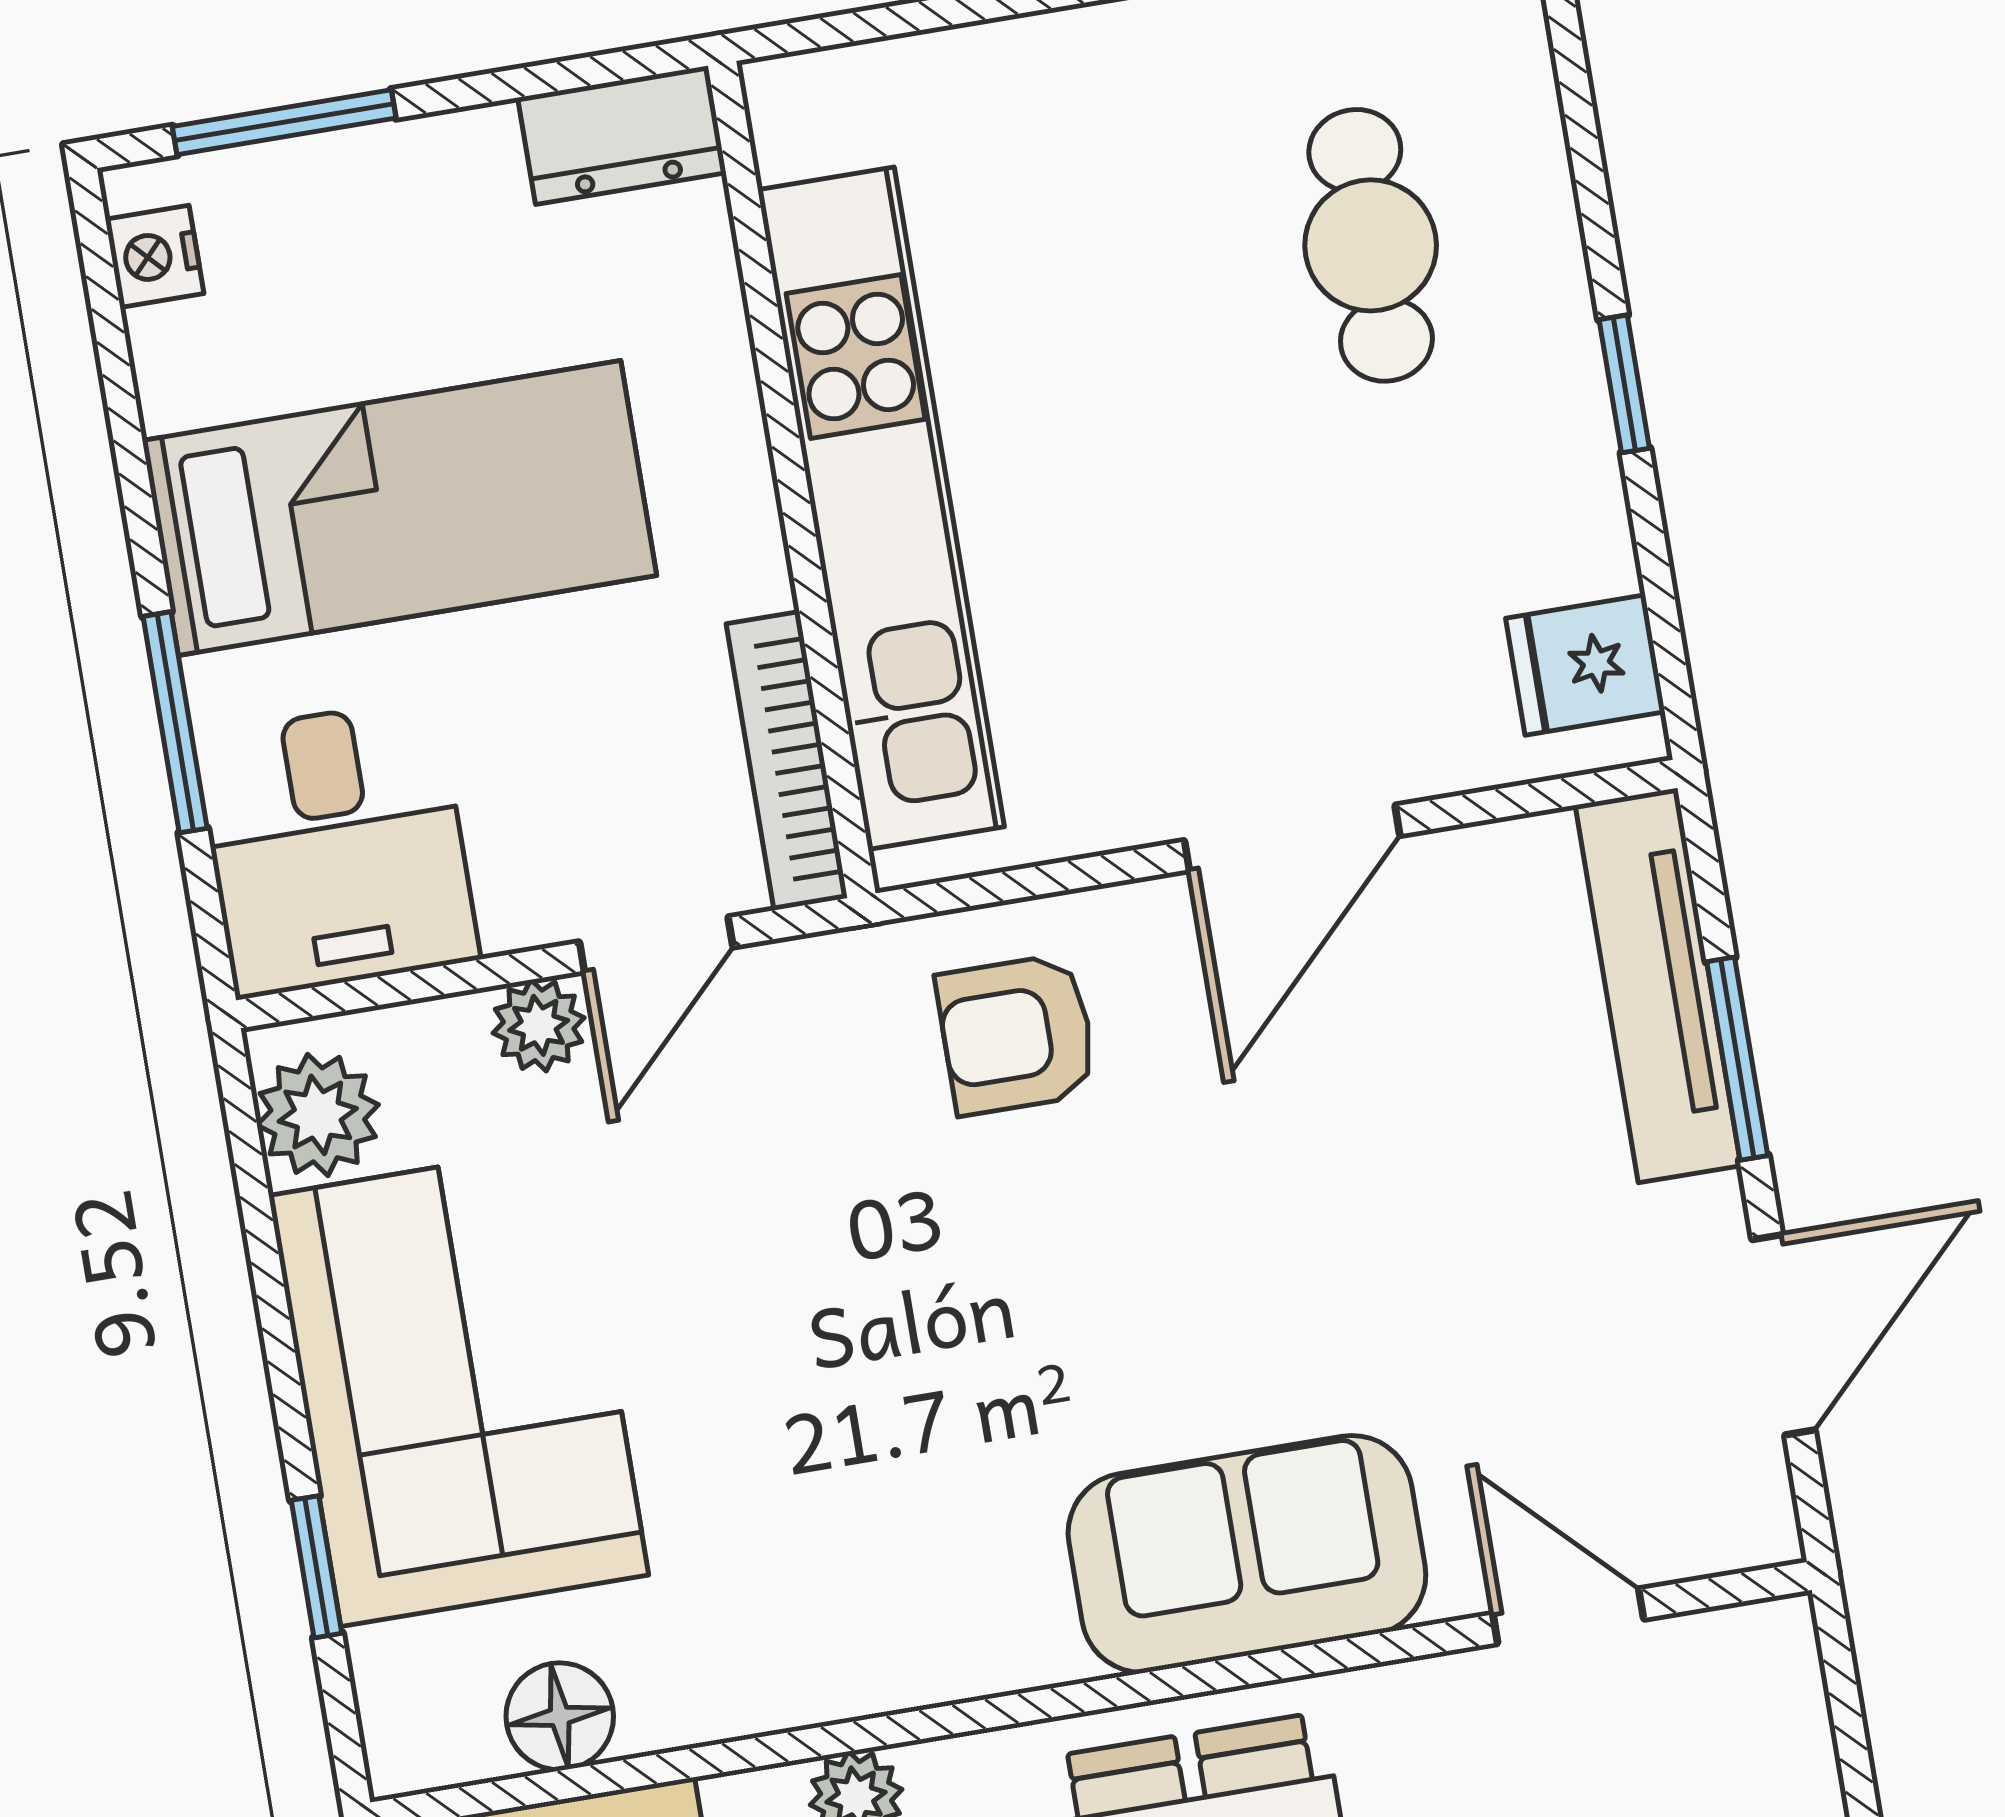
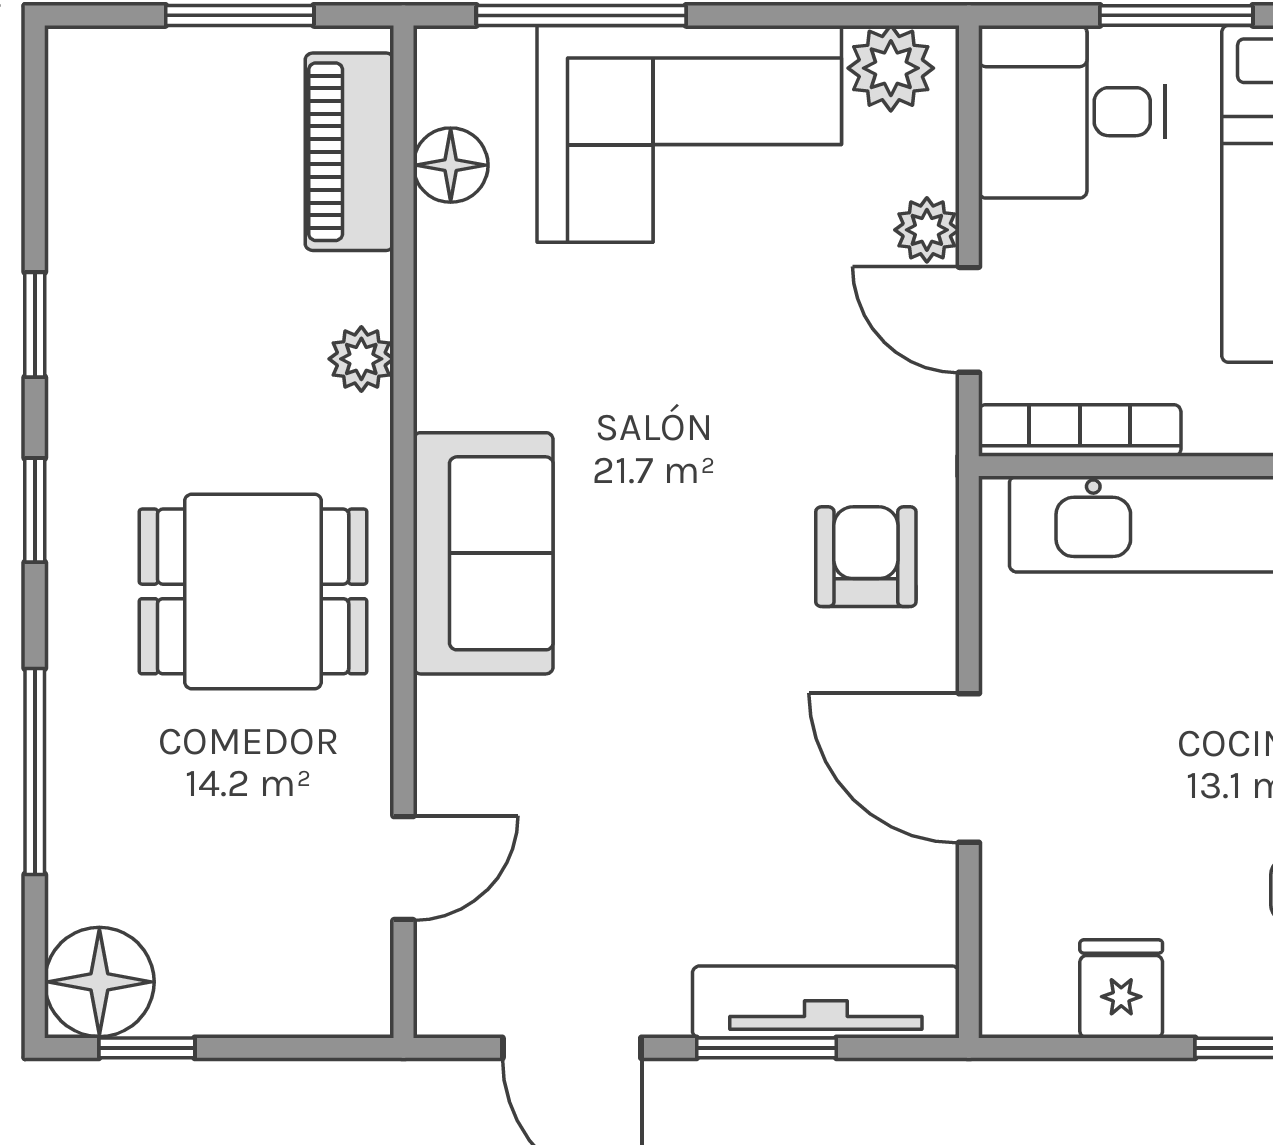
fridge: (1585, 665) -> (1121, 989), moved
sofa: (1247, 1554) -> (483, 553), moved
window: (316, 1567) -> (581, 15), width x2.17

